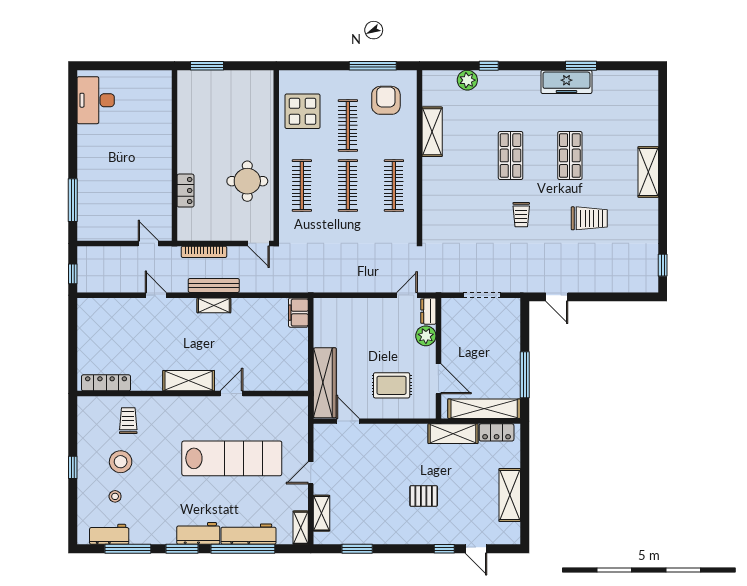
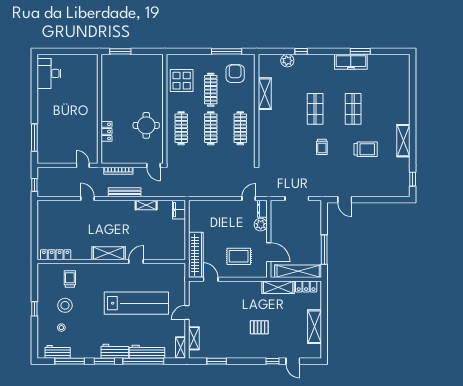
shelving: (648, 172) -> (403, 141), moved
shelving: (214, 305) -> (146, 205), moved

